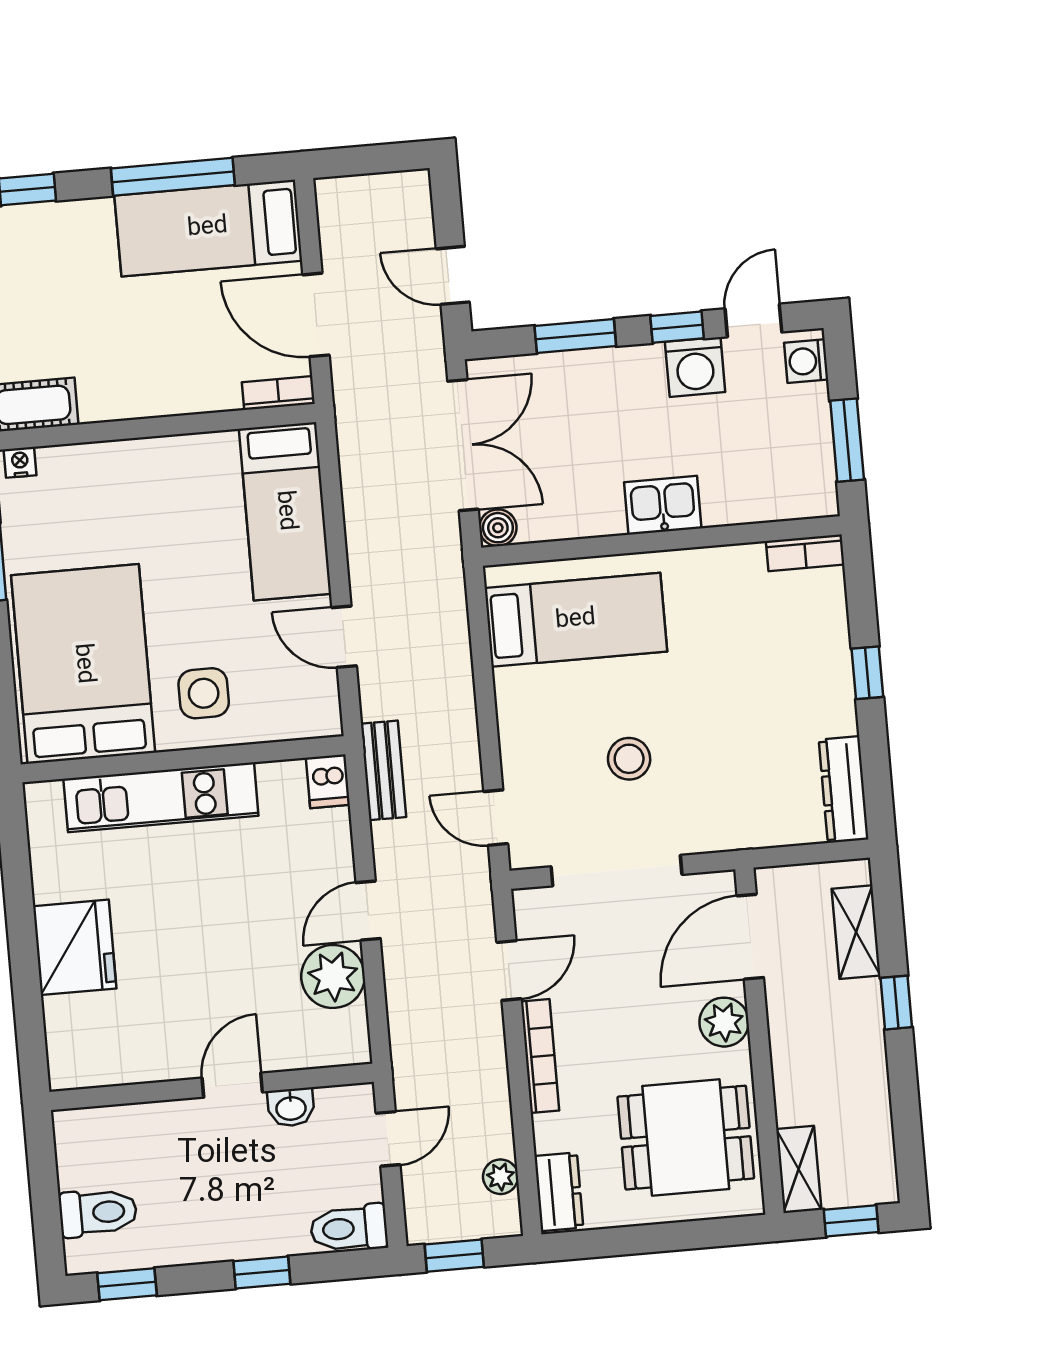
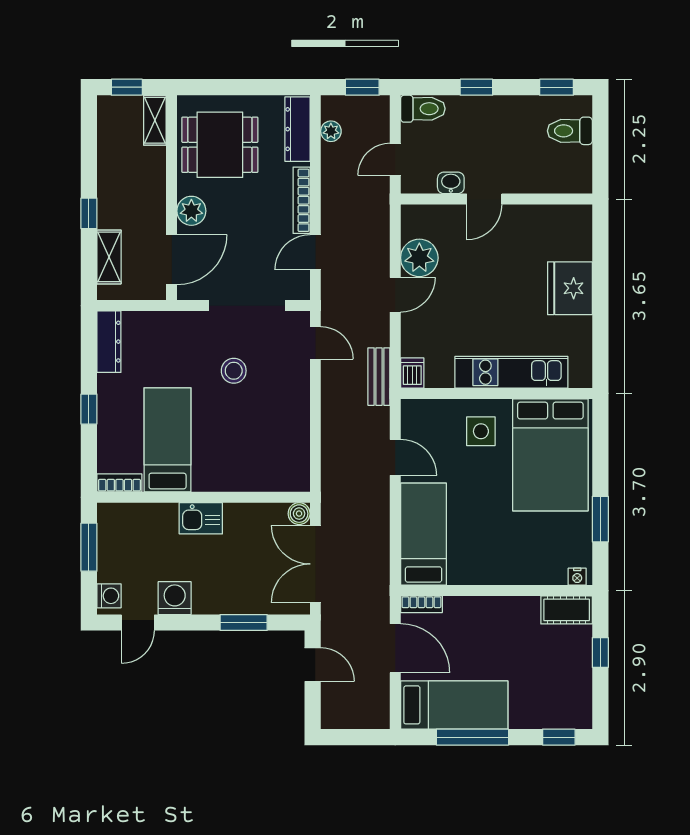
window: (677, 327) -> (183, 623), removed
bed: (576, 620) -> (168, 440), moved, turned 90
dresser: (559, 1192) -> (297, 129), width x1.44

